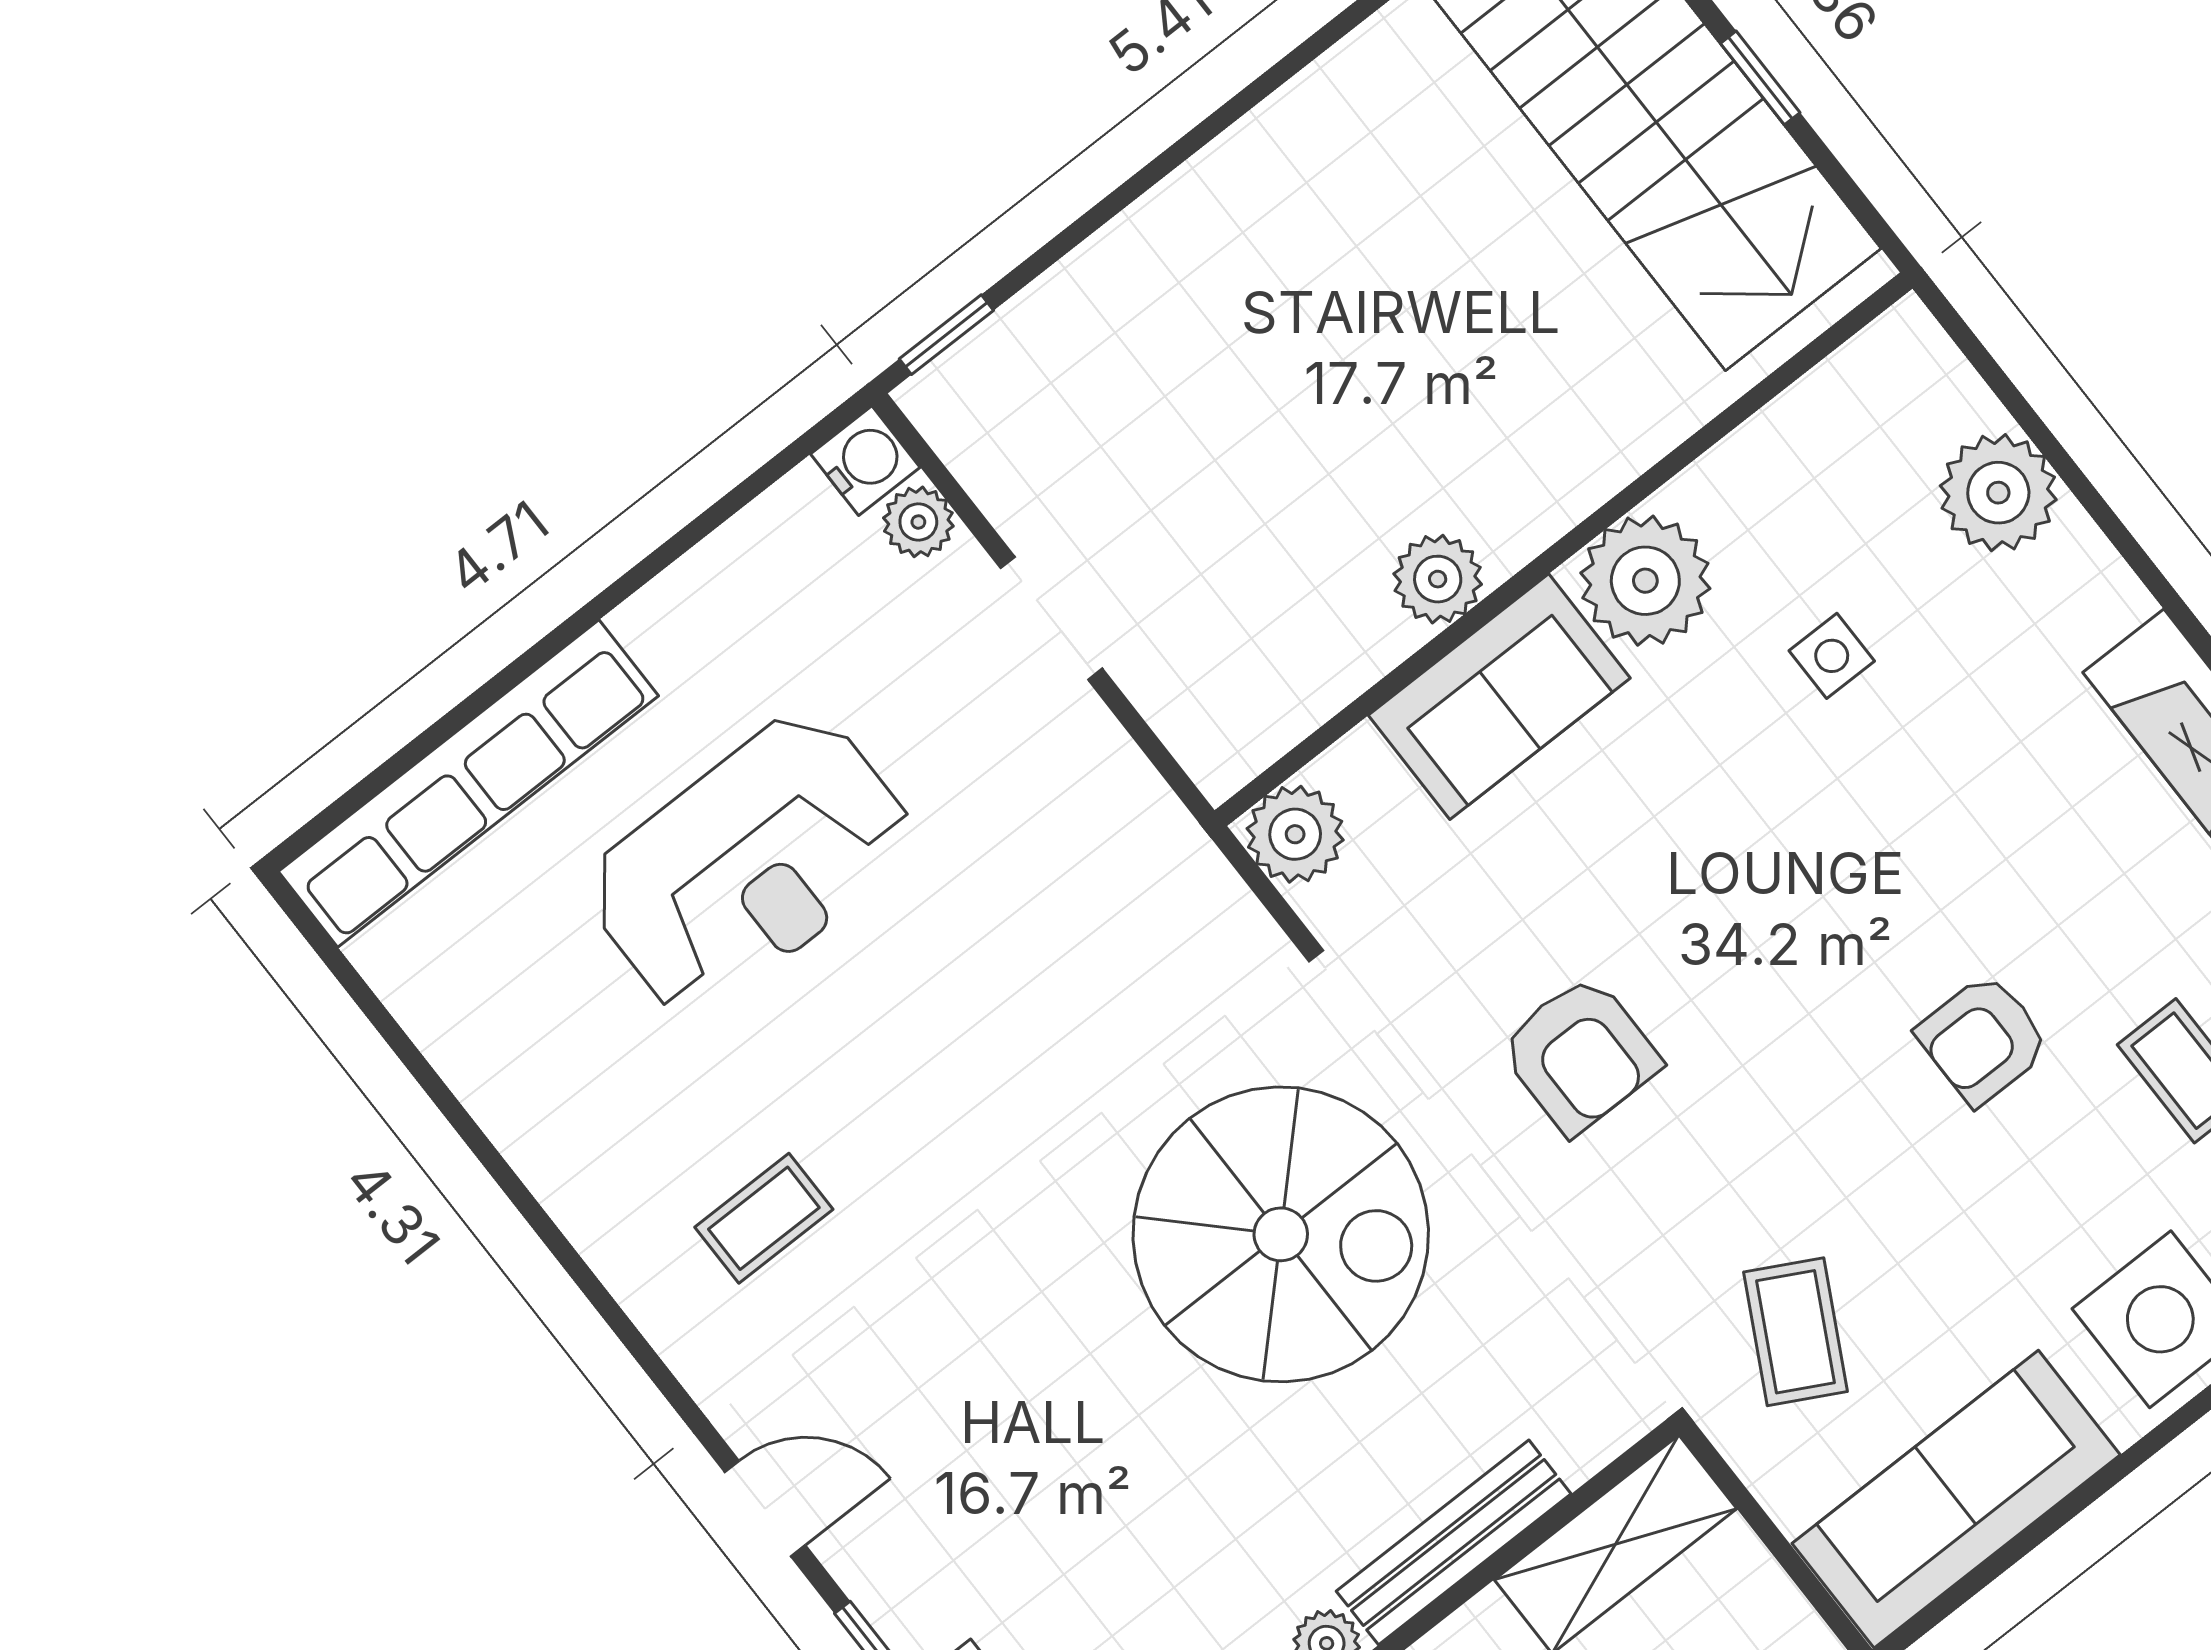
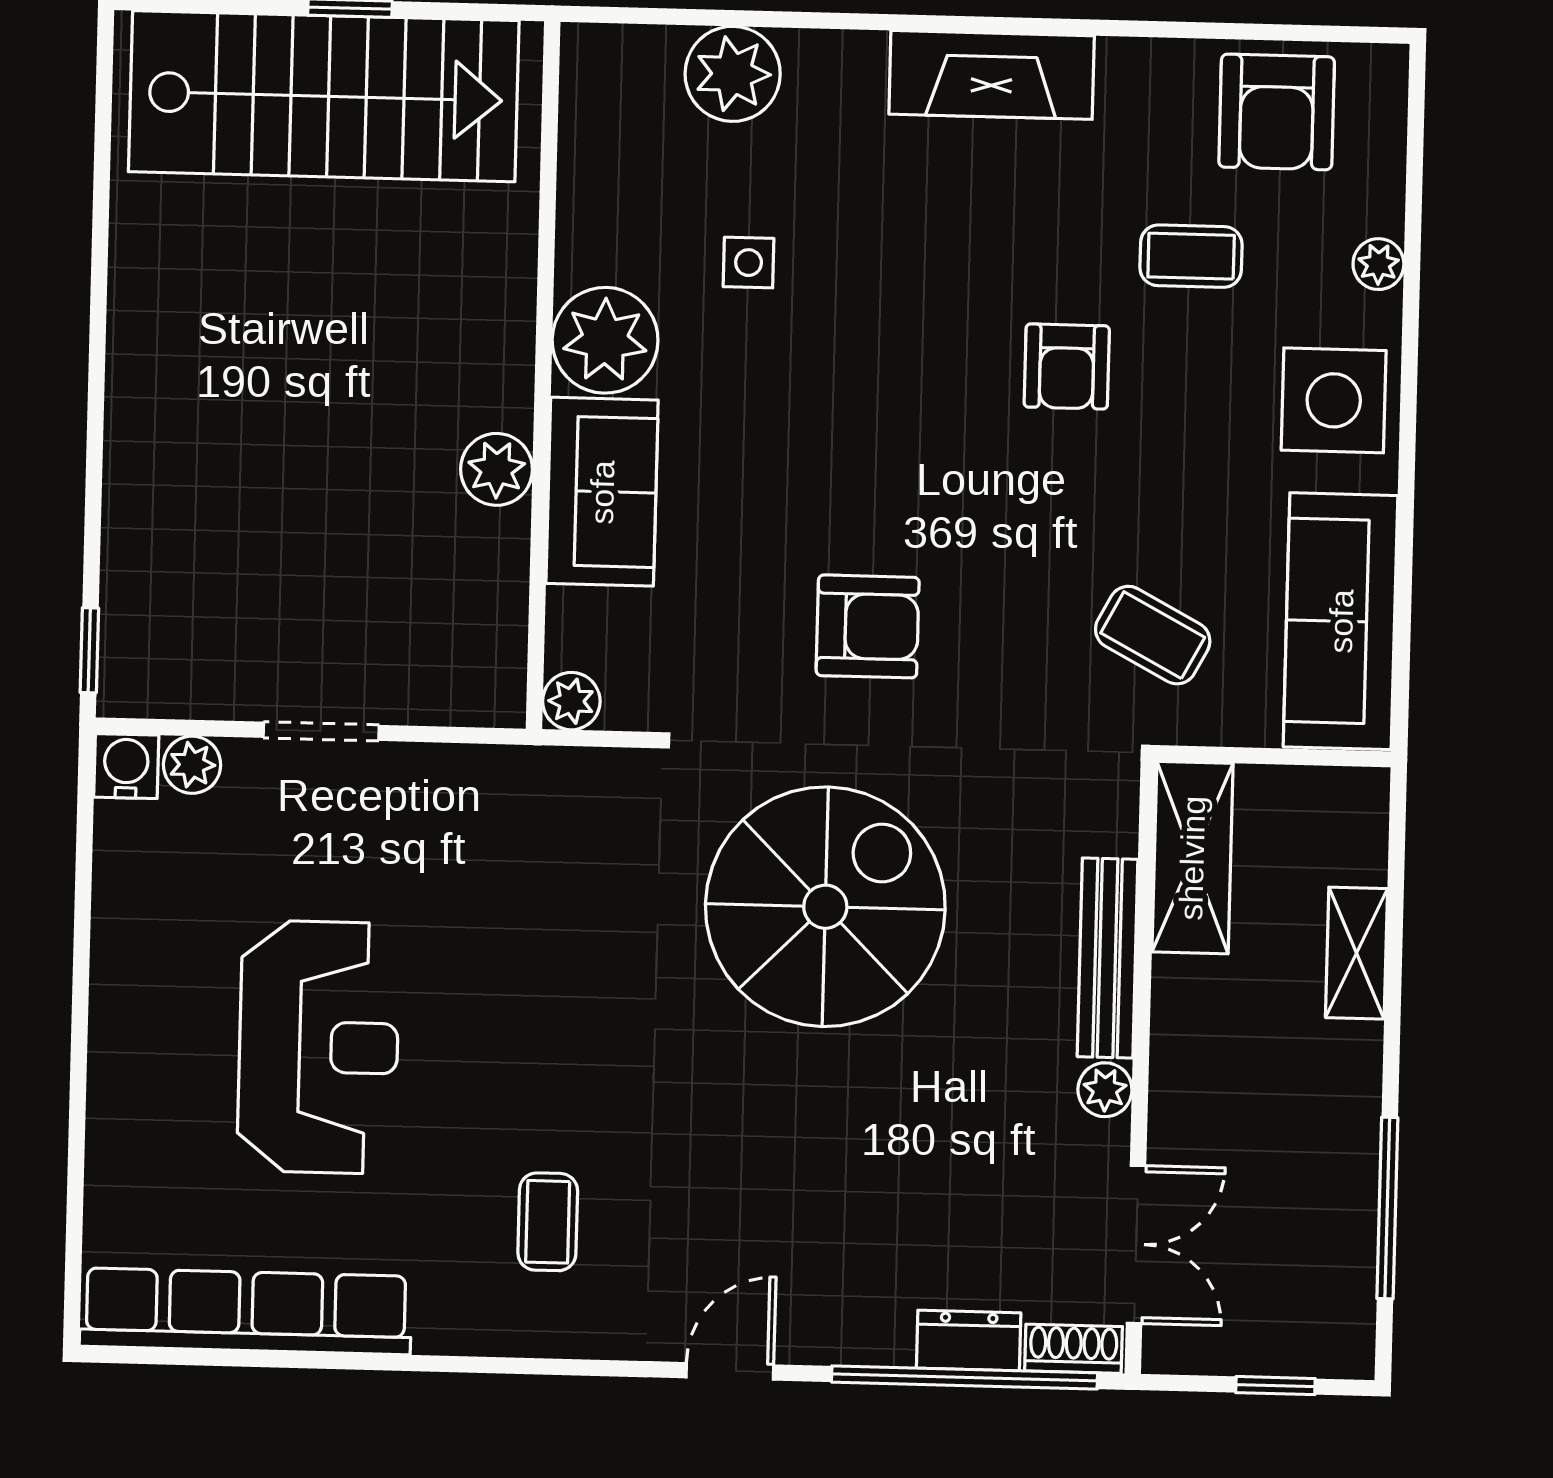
row of seats: (468, 784) -> (246, 1311), moved, turned -90
plant: (1295, 834) -> (571, 701), width x0.73, depth x0.73

